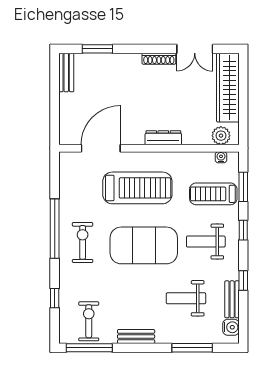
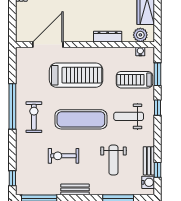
dresser: (163, 138) -> (108, 37), moved
exercise mat: (144, 245) -> (81, 119), width x0.68
window: (243, 281) -> (158, 170), moved
window: (55, 298) -> (12, 178), moved
weight bench: (186, 298) -> (113, 160), turned -90
exercise bike: (89, 321) -> (63, 156), moved, turned -90

